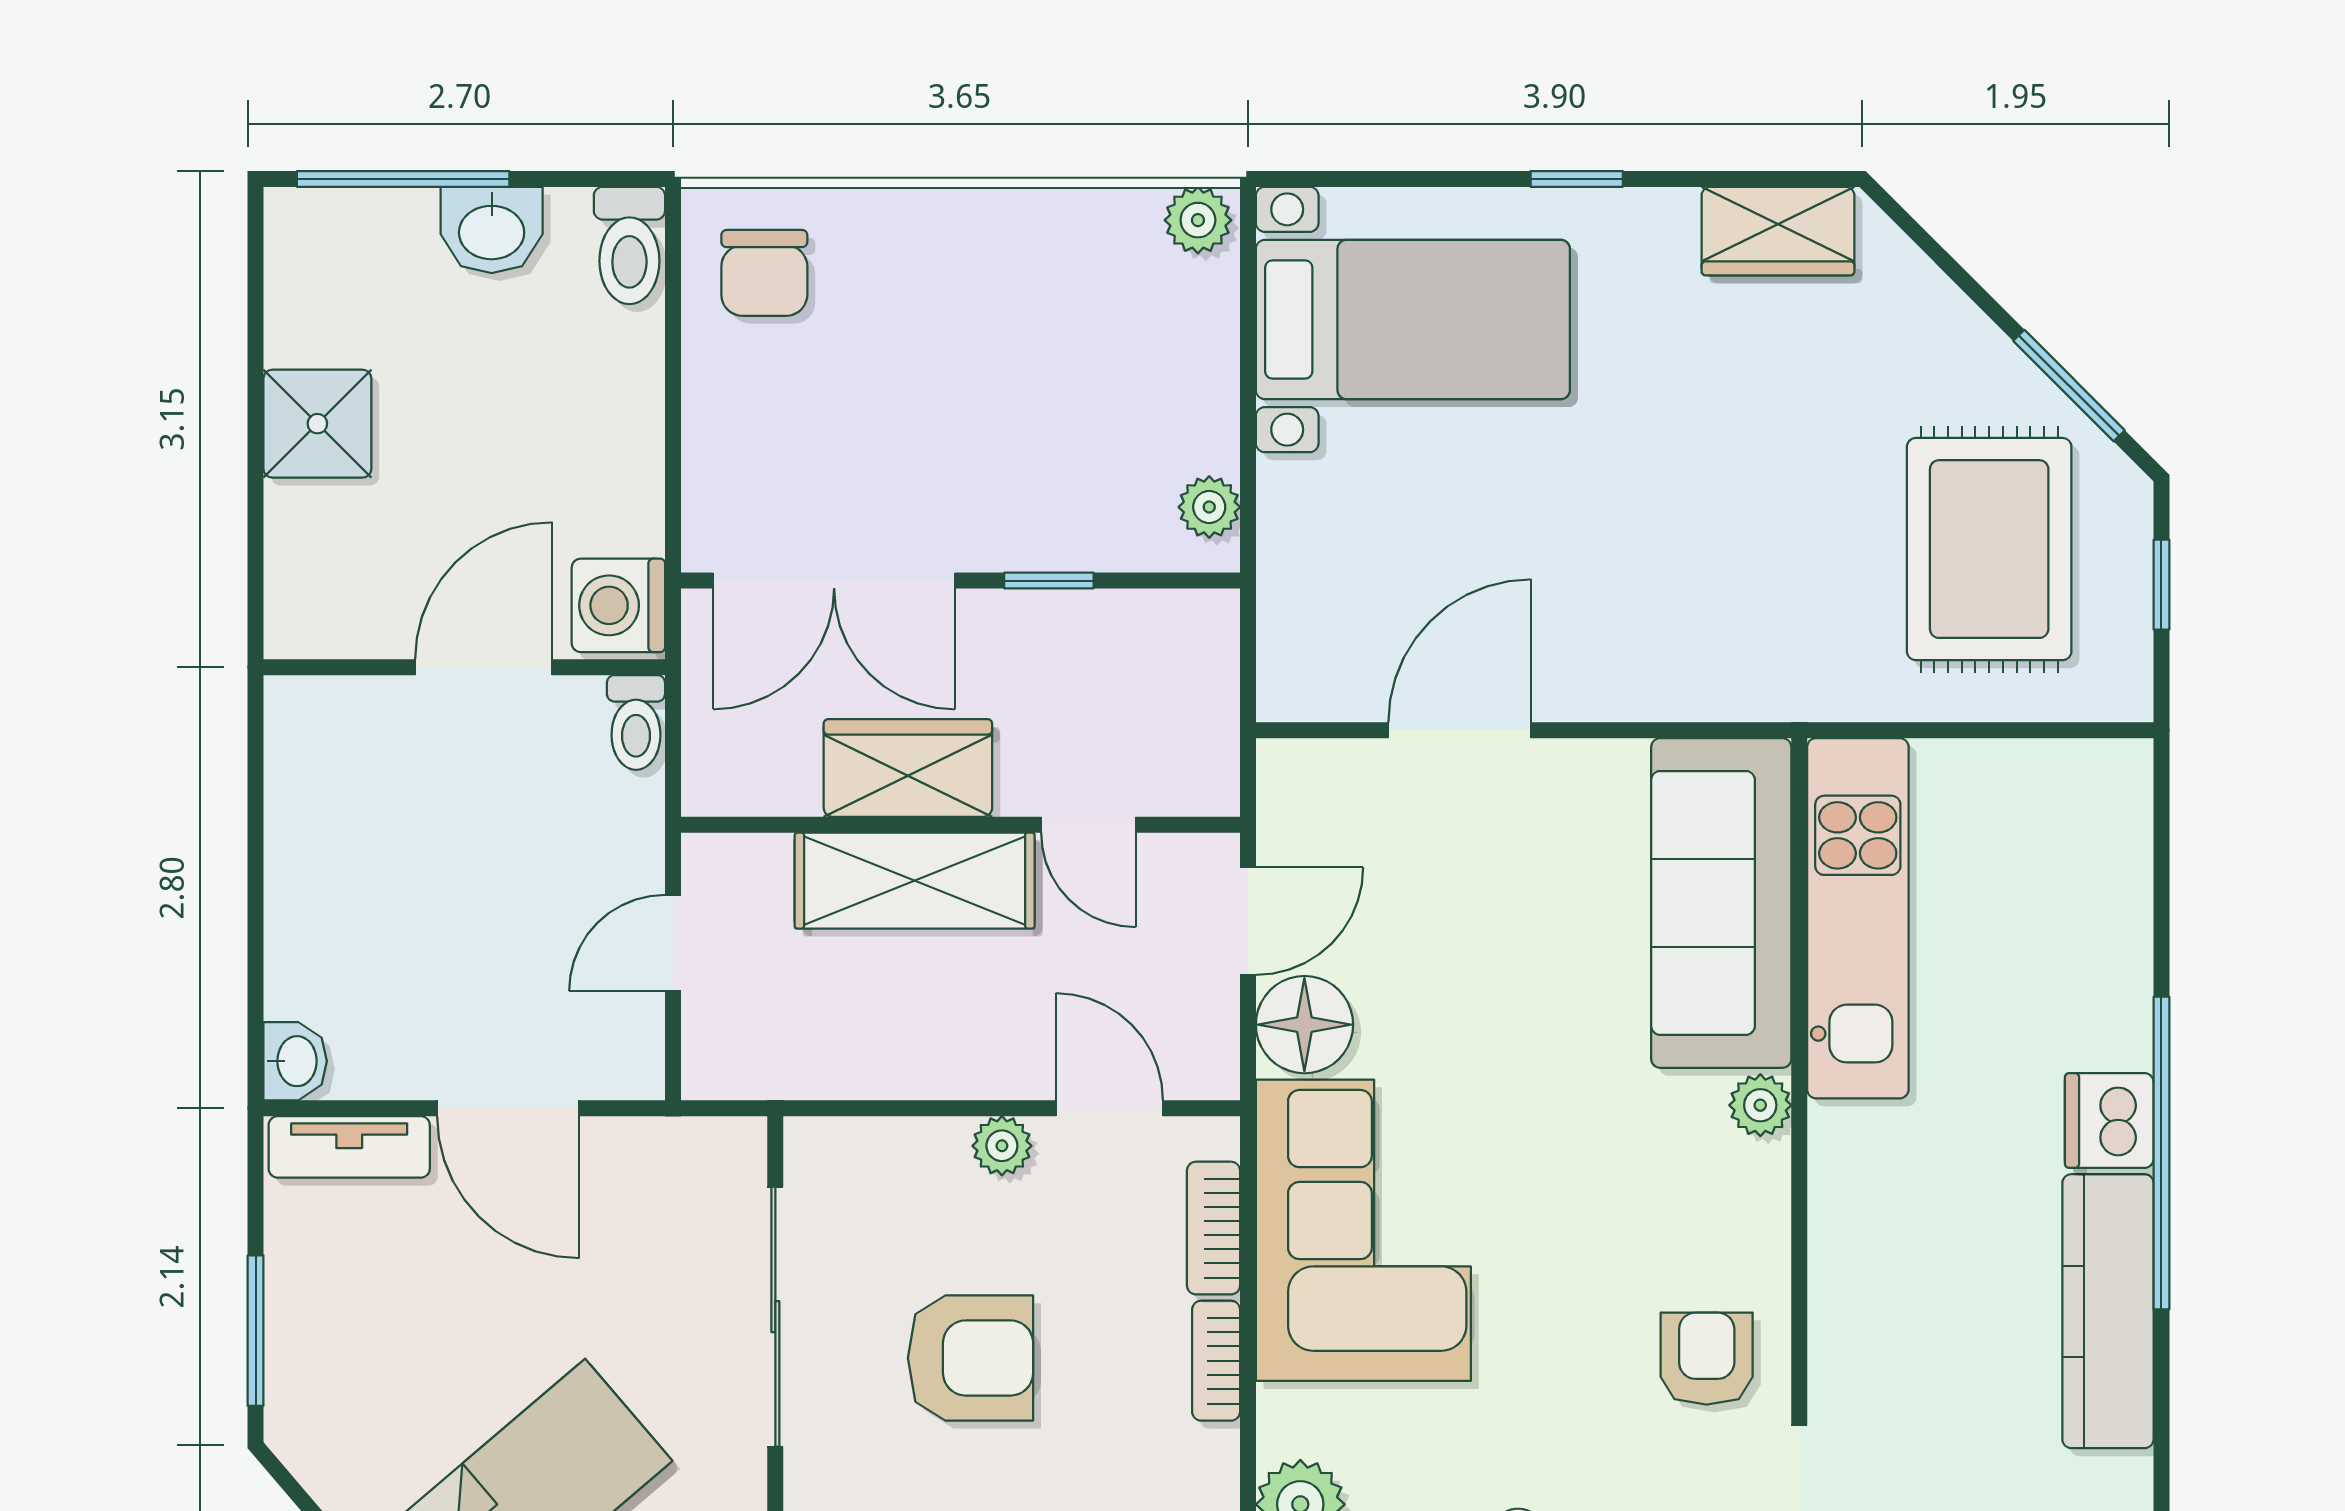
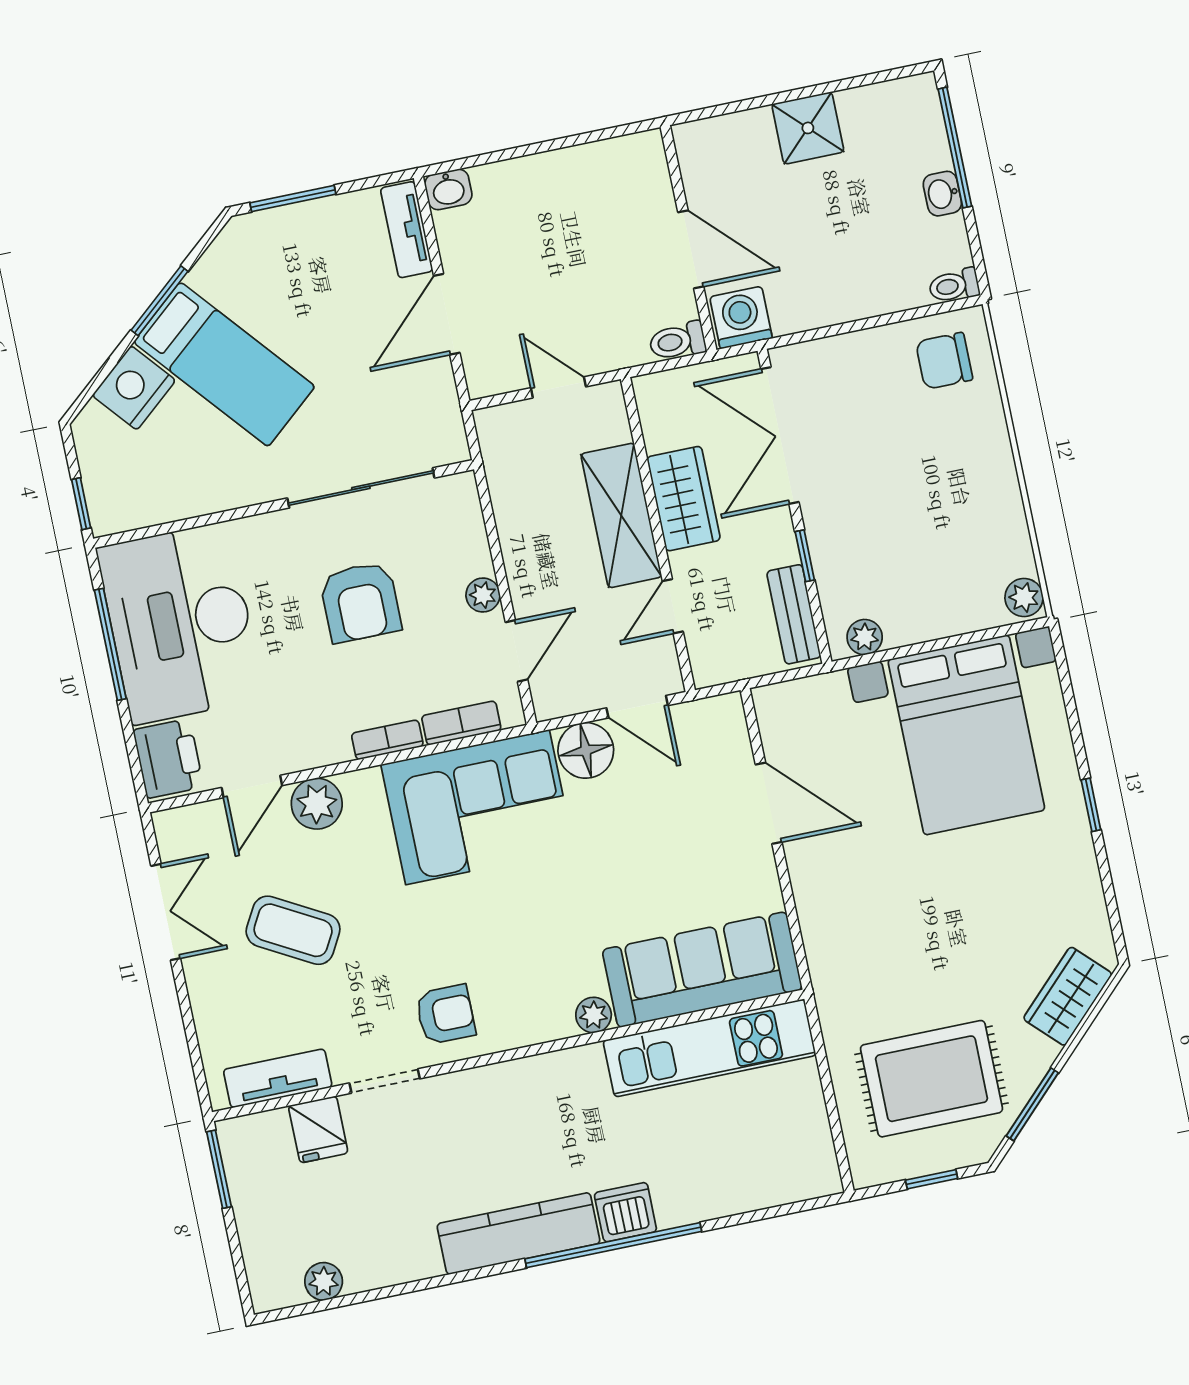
washbasin: (492, 230) -> (942, 194), width x0.72, depth x0.69
wardrobe: (1778, 231) -> (1068, 996), moved, turned 45
toilet: (629, 245) -> (954, 286), width x0.73, depth x0.72
bed with nightstands: (1413, 319) -> (966, 735), width x1.36
bench: (1145, 620) -> (794, 614), added

